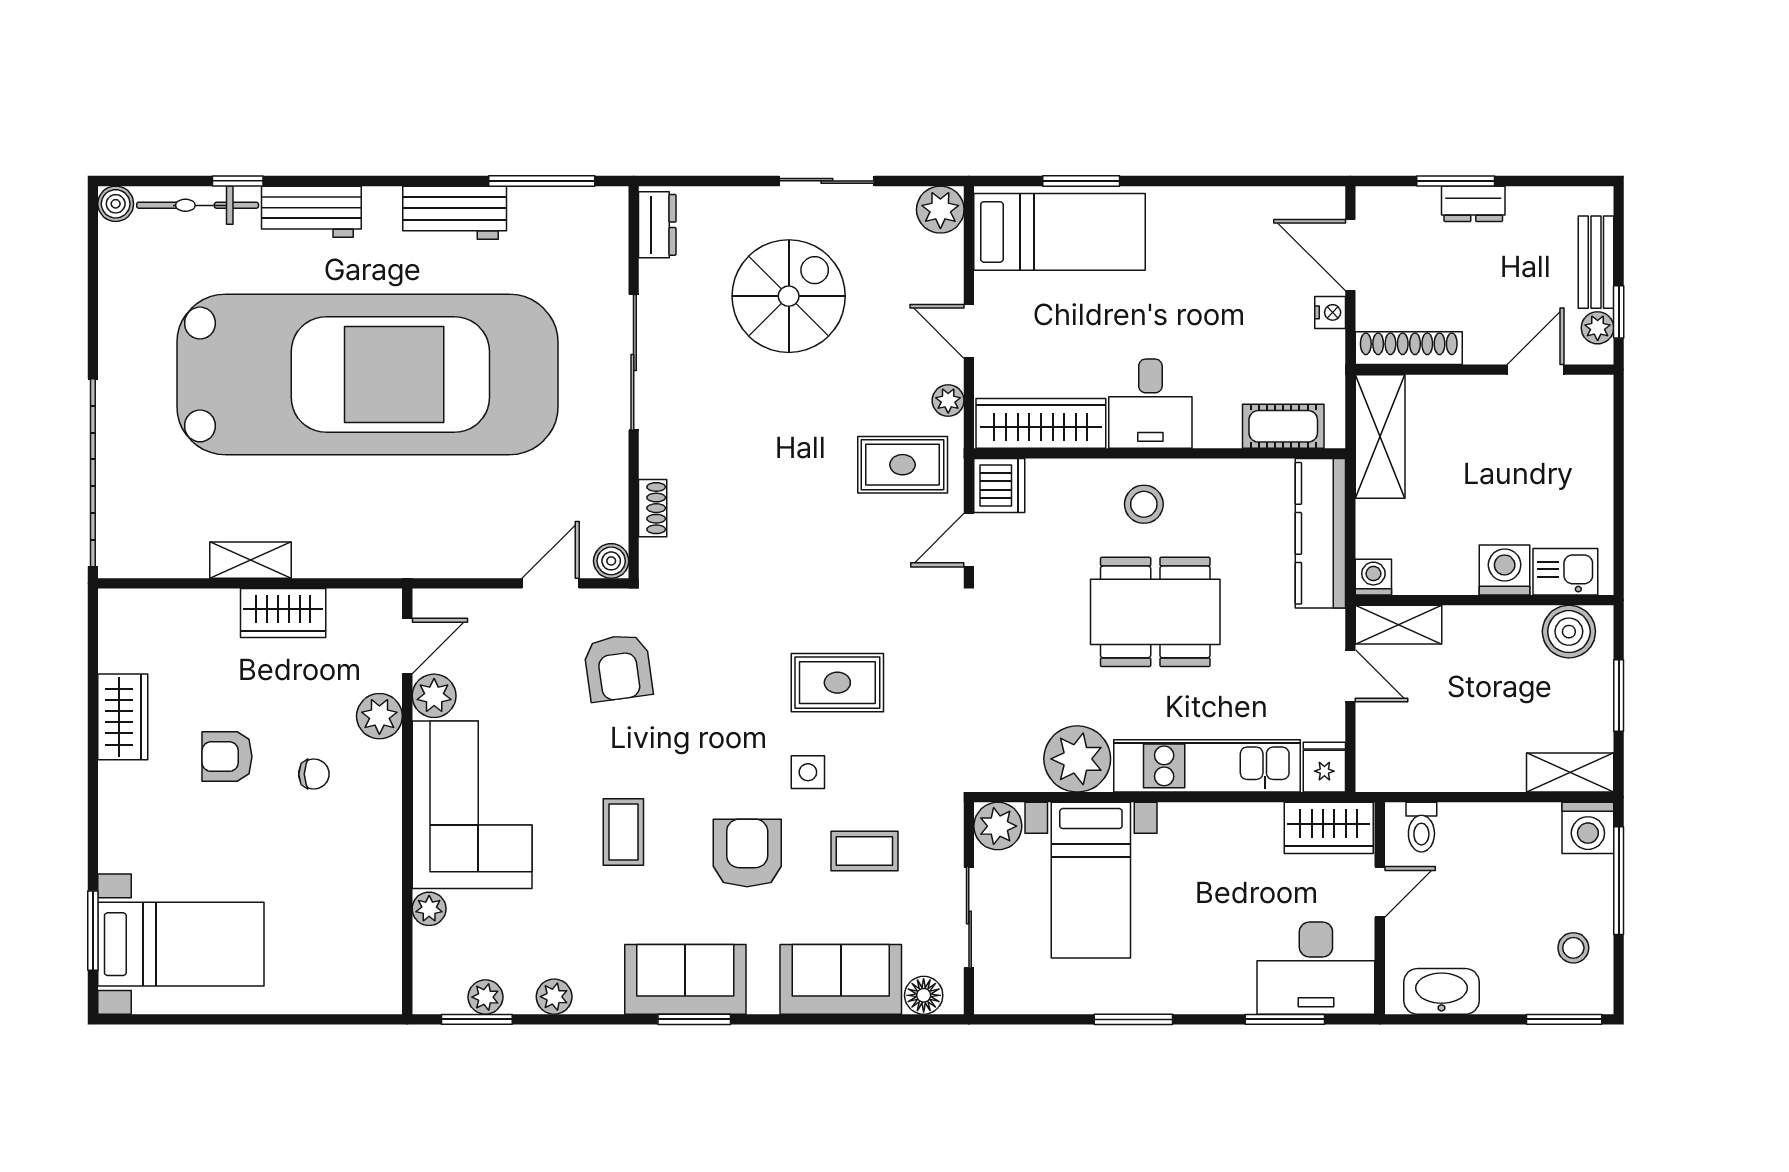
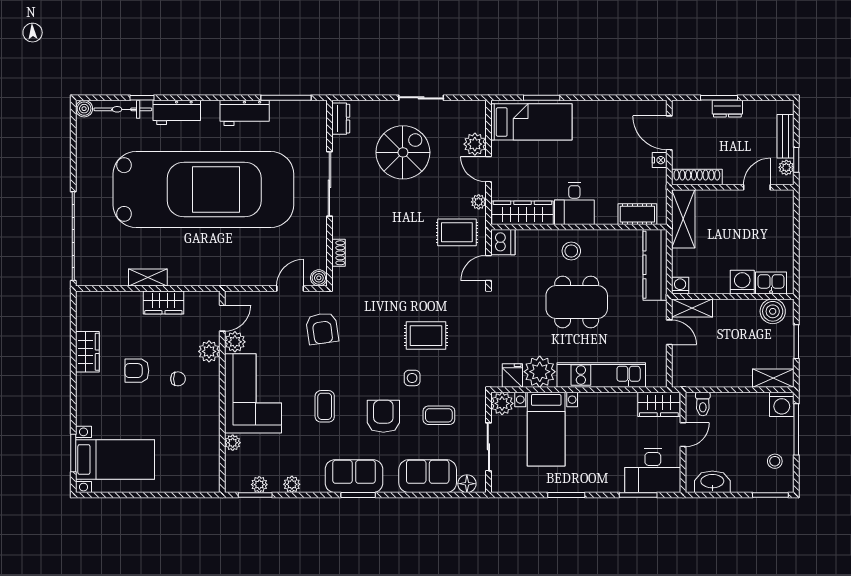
plant: (940, 210) -> (475, 144), moved
fridge: (1324, 767) -> (512, 376), moved

